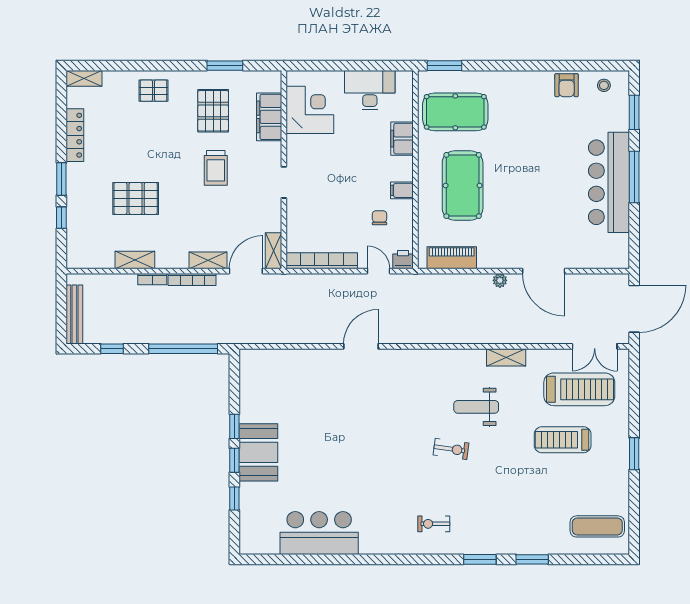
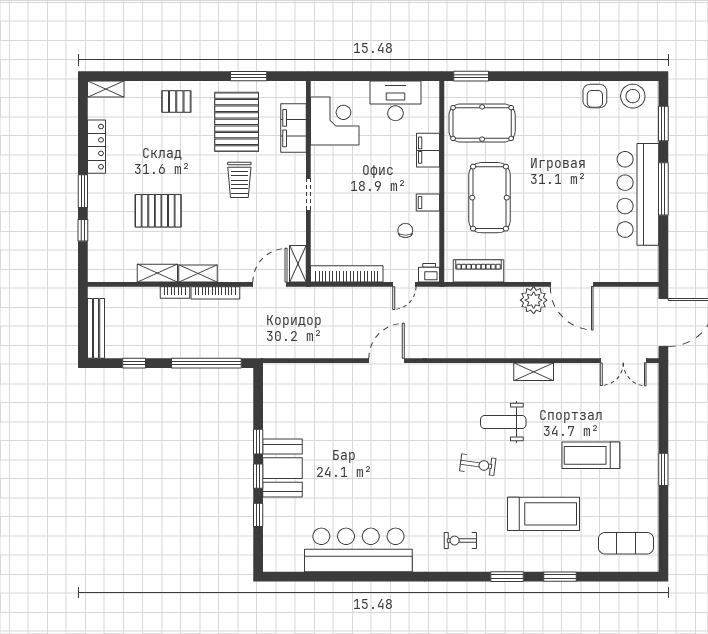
stool: (604, 85) -> (633, 96), width x1.89, depth x1.89
pallet: (213, 111) -> (237, 122), width x1.37, depth x1.41
shelving: (208, 260) -> (198, 273), moved
door: (379, 271) -> (404, 284), swing flipped
plant: (500, 280) -> (534, 300), width x1.88, depth x1.88
treadmill: (579, 389) -> (543, 514), moved
bar counter: (319, 533) -> (358, 550), width x1.36

